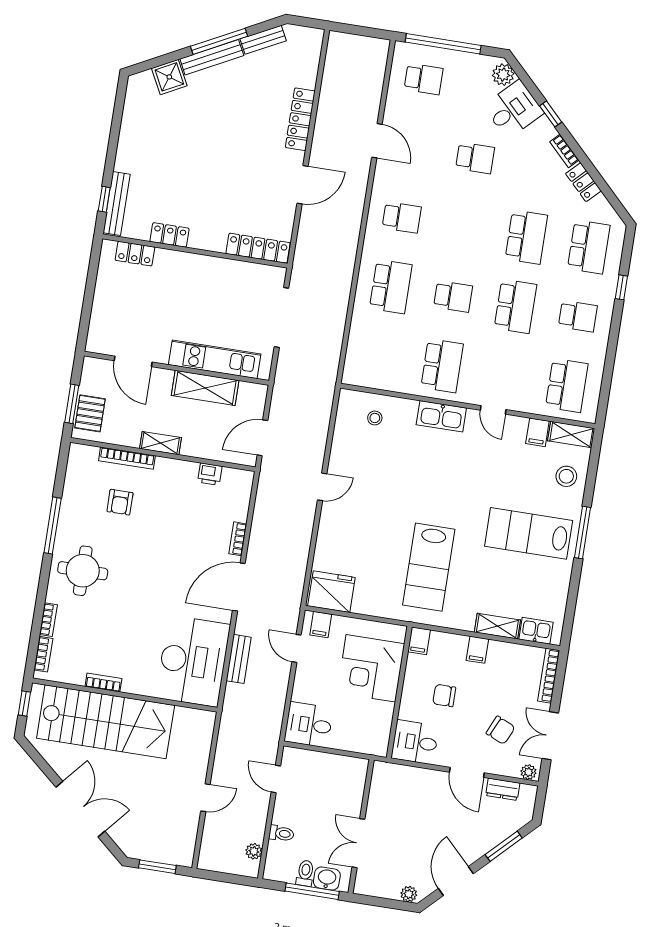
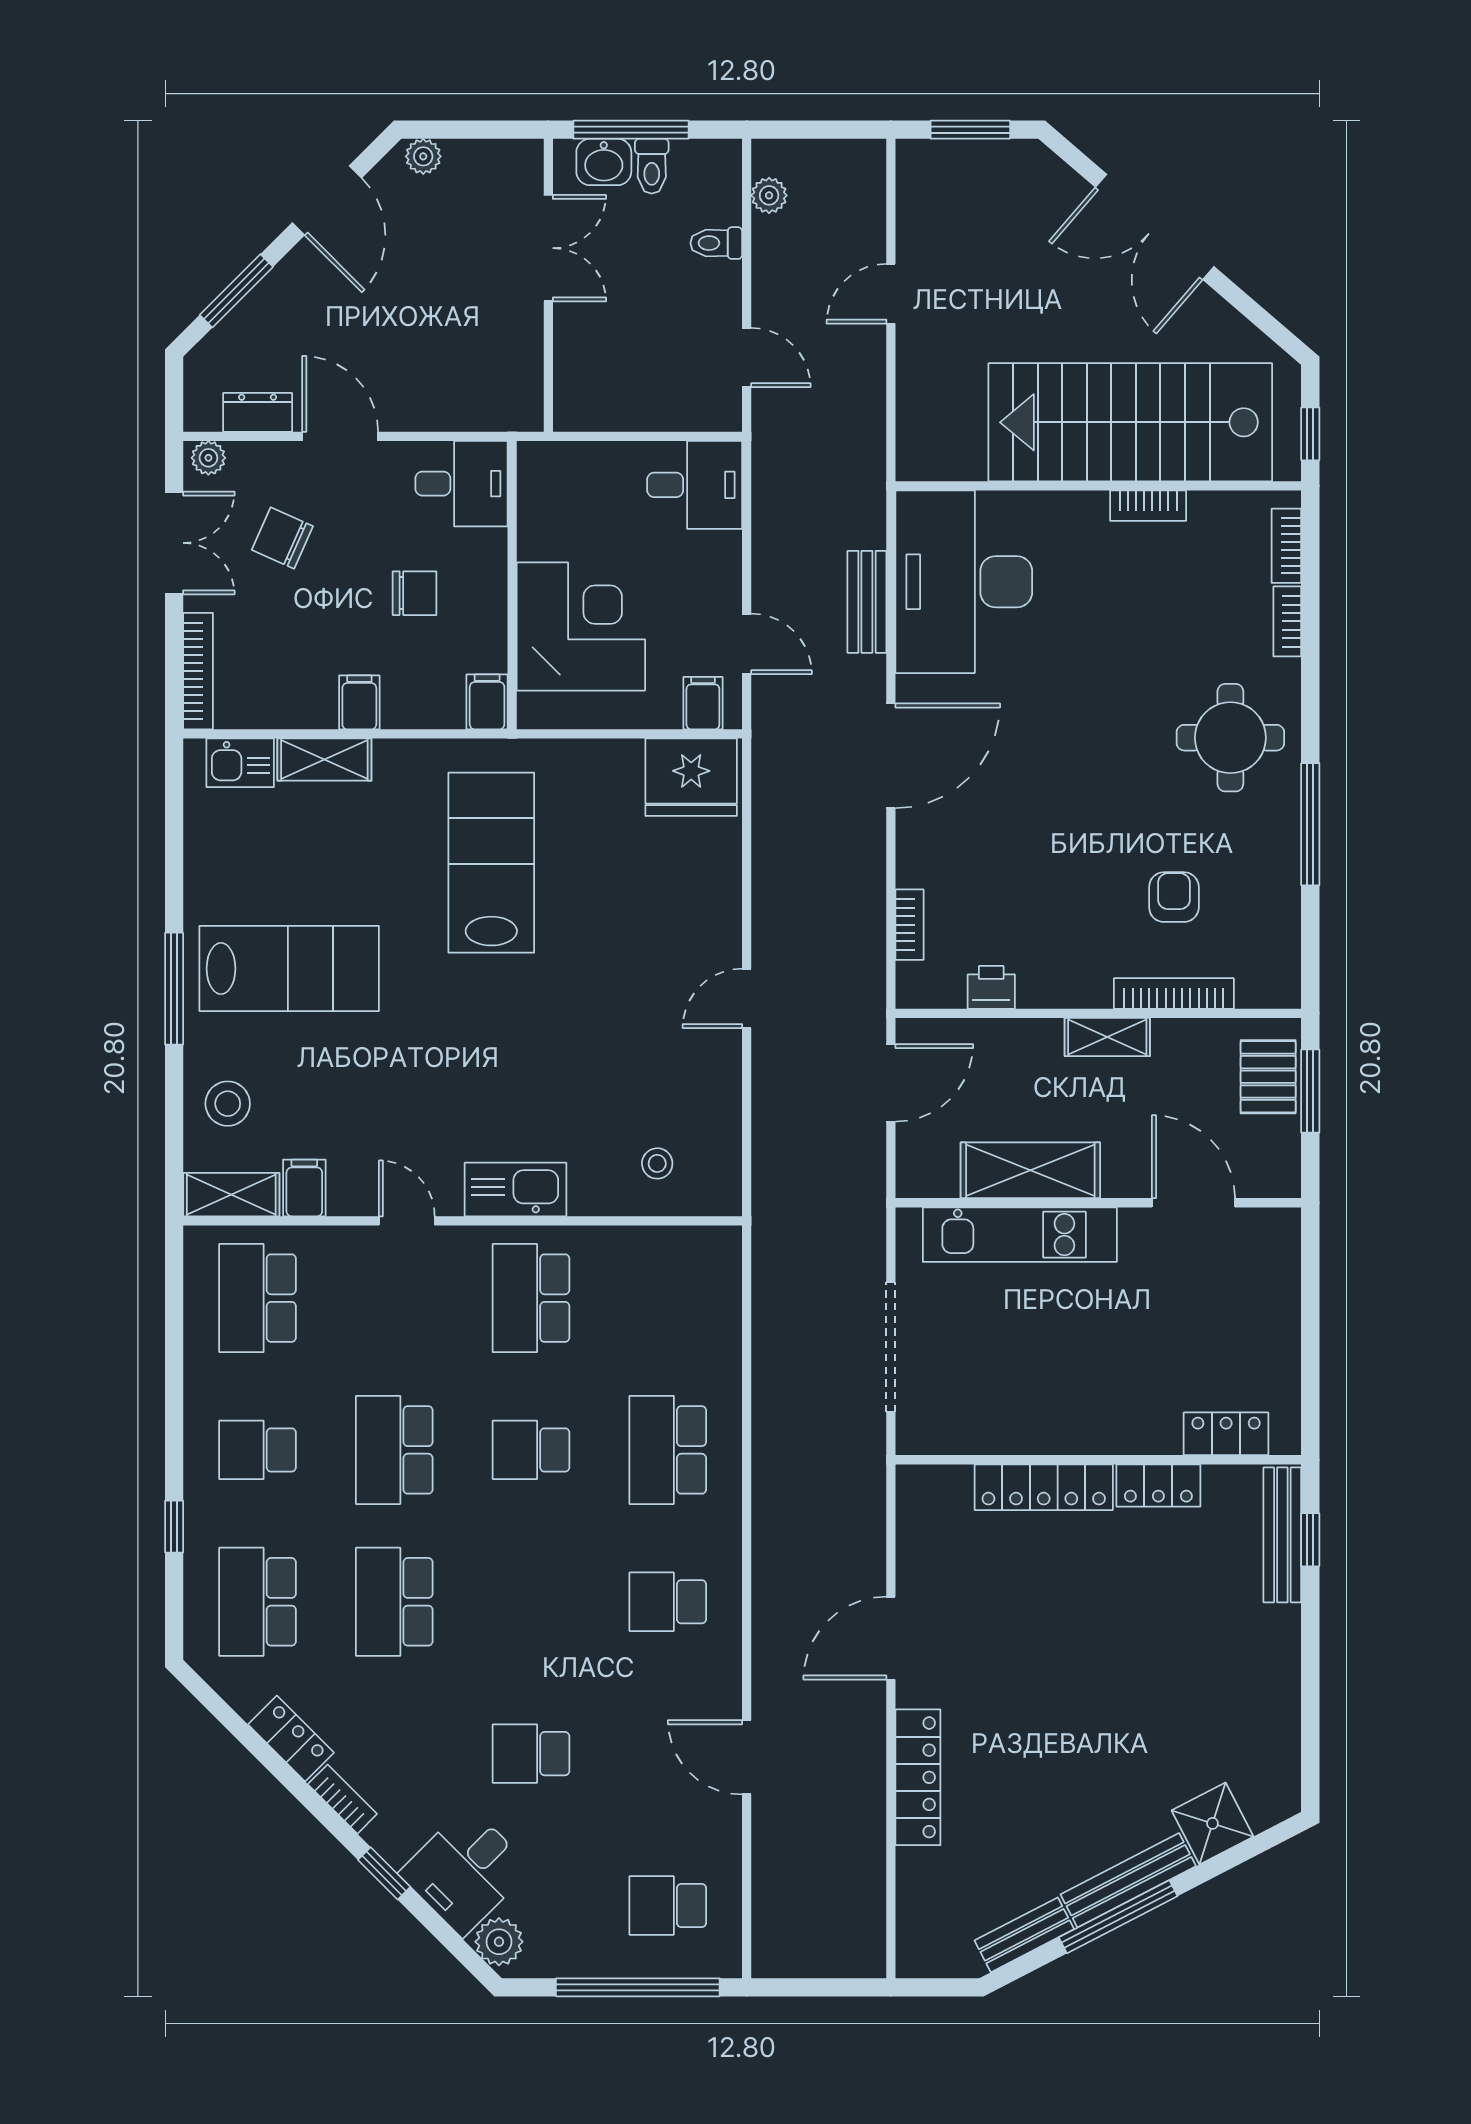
locker: (258, 248) -> (1044, 1487), moved
bookcase: (238, 539) -> (910, 925), moved

